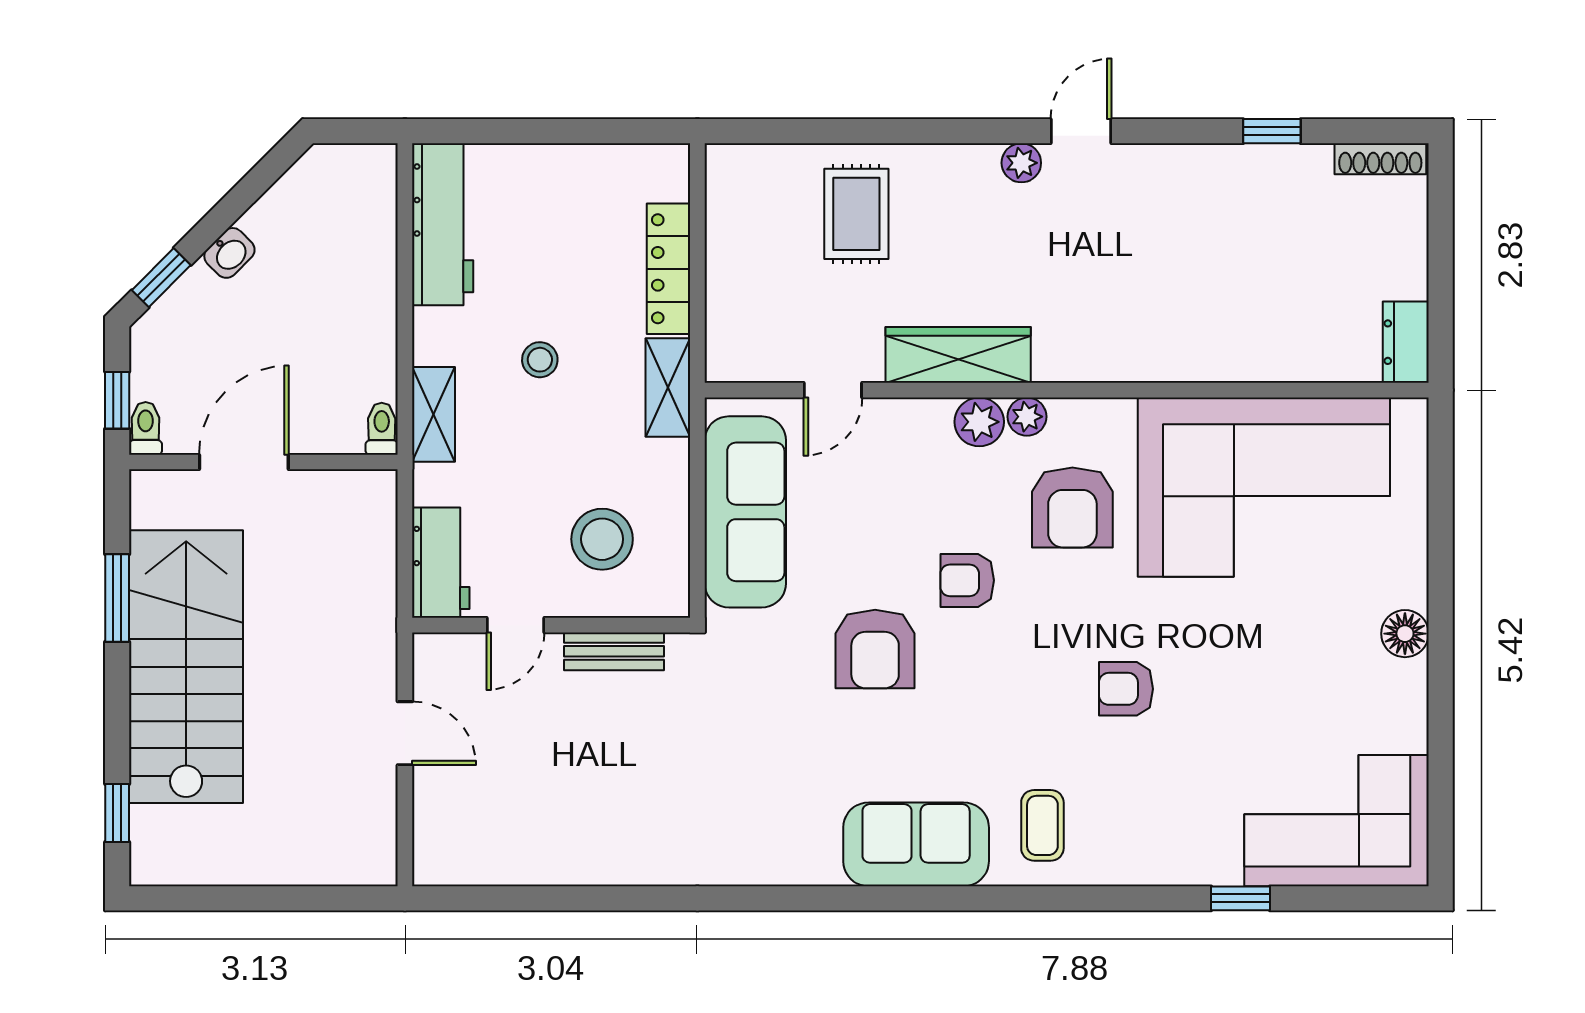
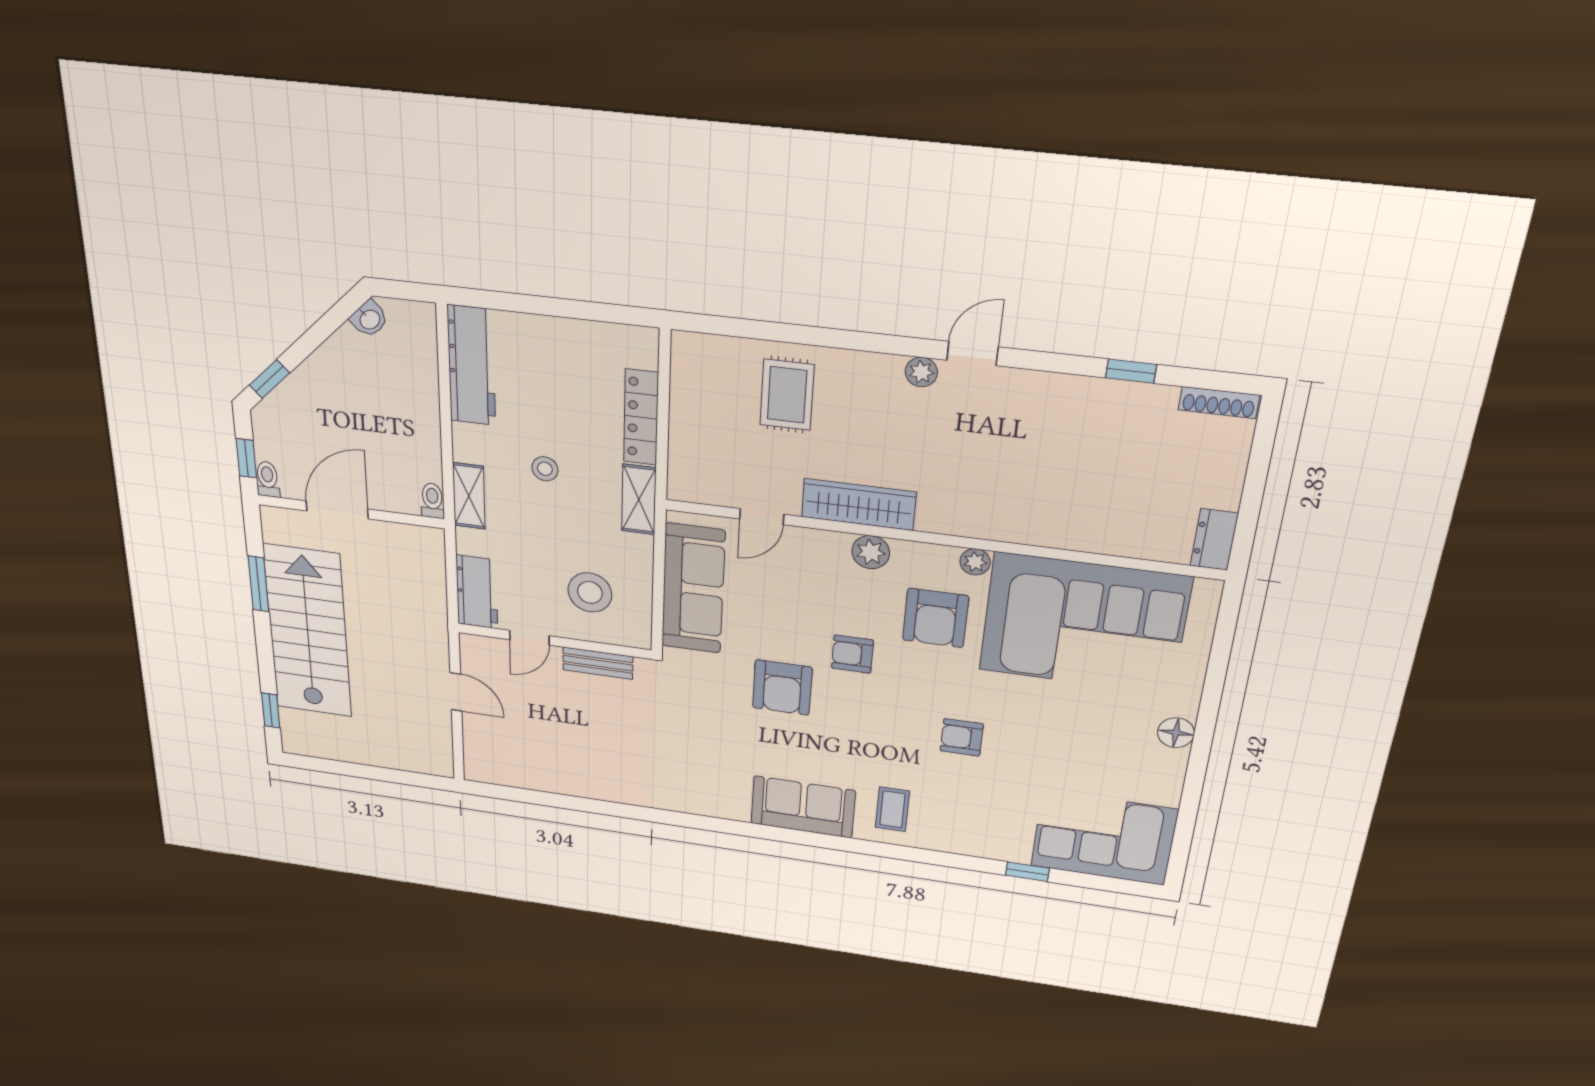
washbasin: (229, 253) -> (369, 319), moved
plant: (1027, 417) -> (975, 562), moved

